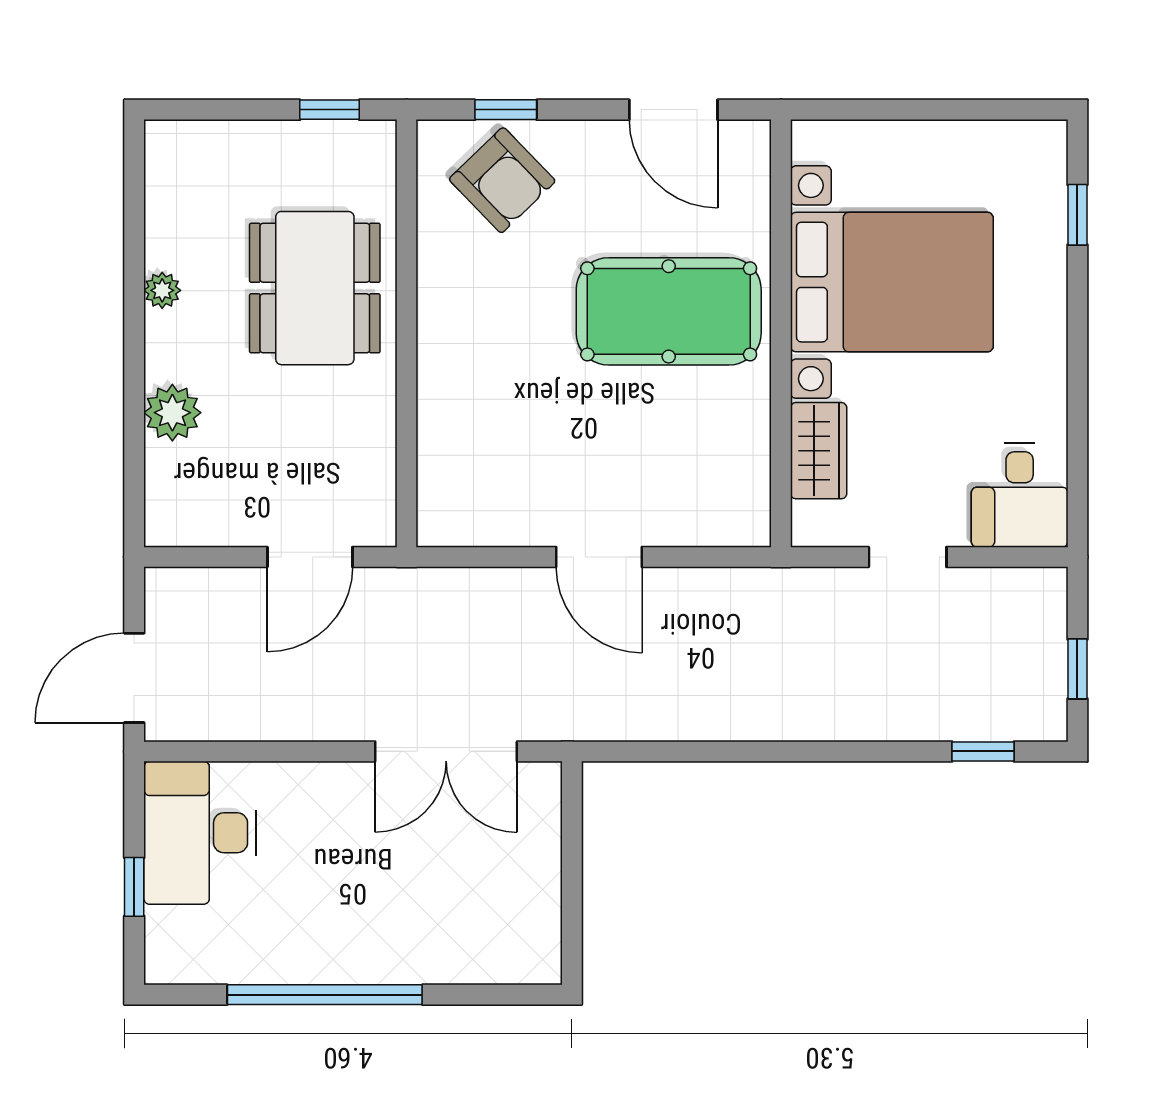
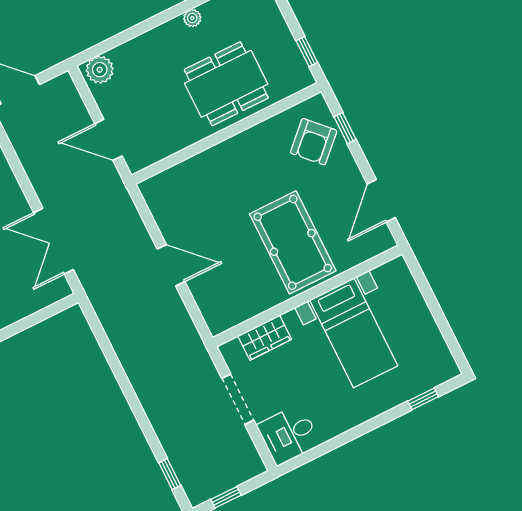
bed with nightstands: (892, 282) -> (354, 333), width x0.73
plant: (172, 413) -> (100, 70), moved
door: (599, 557) -> (171, 265), swing flipped
doorway: (908, 557) -> (238, 399), width x1.38

